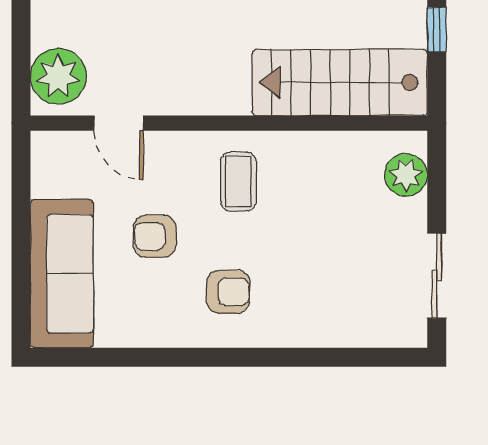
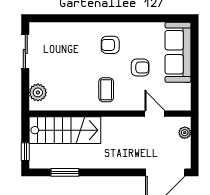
plant: (58, 76) -> (185, 133), width x0.53, depth x0.53

